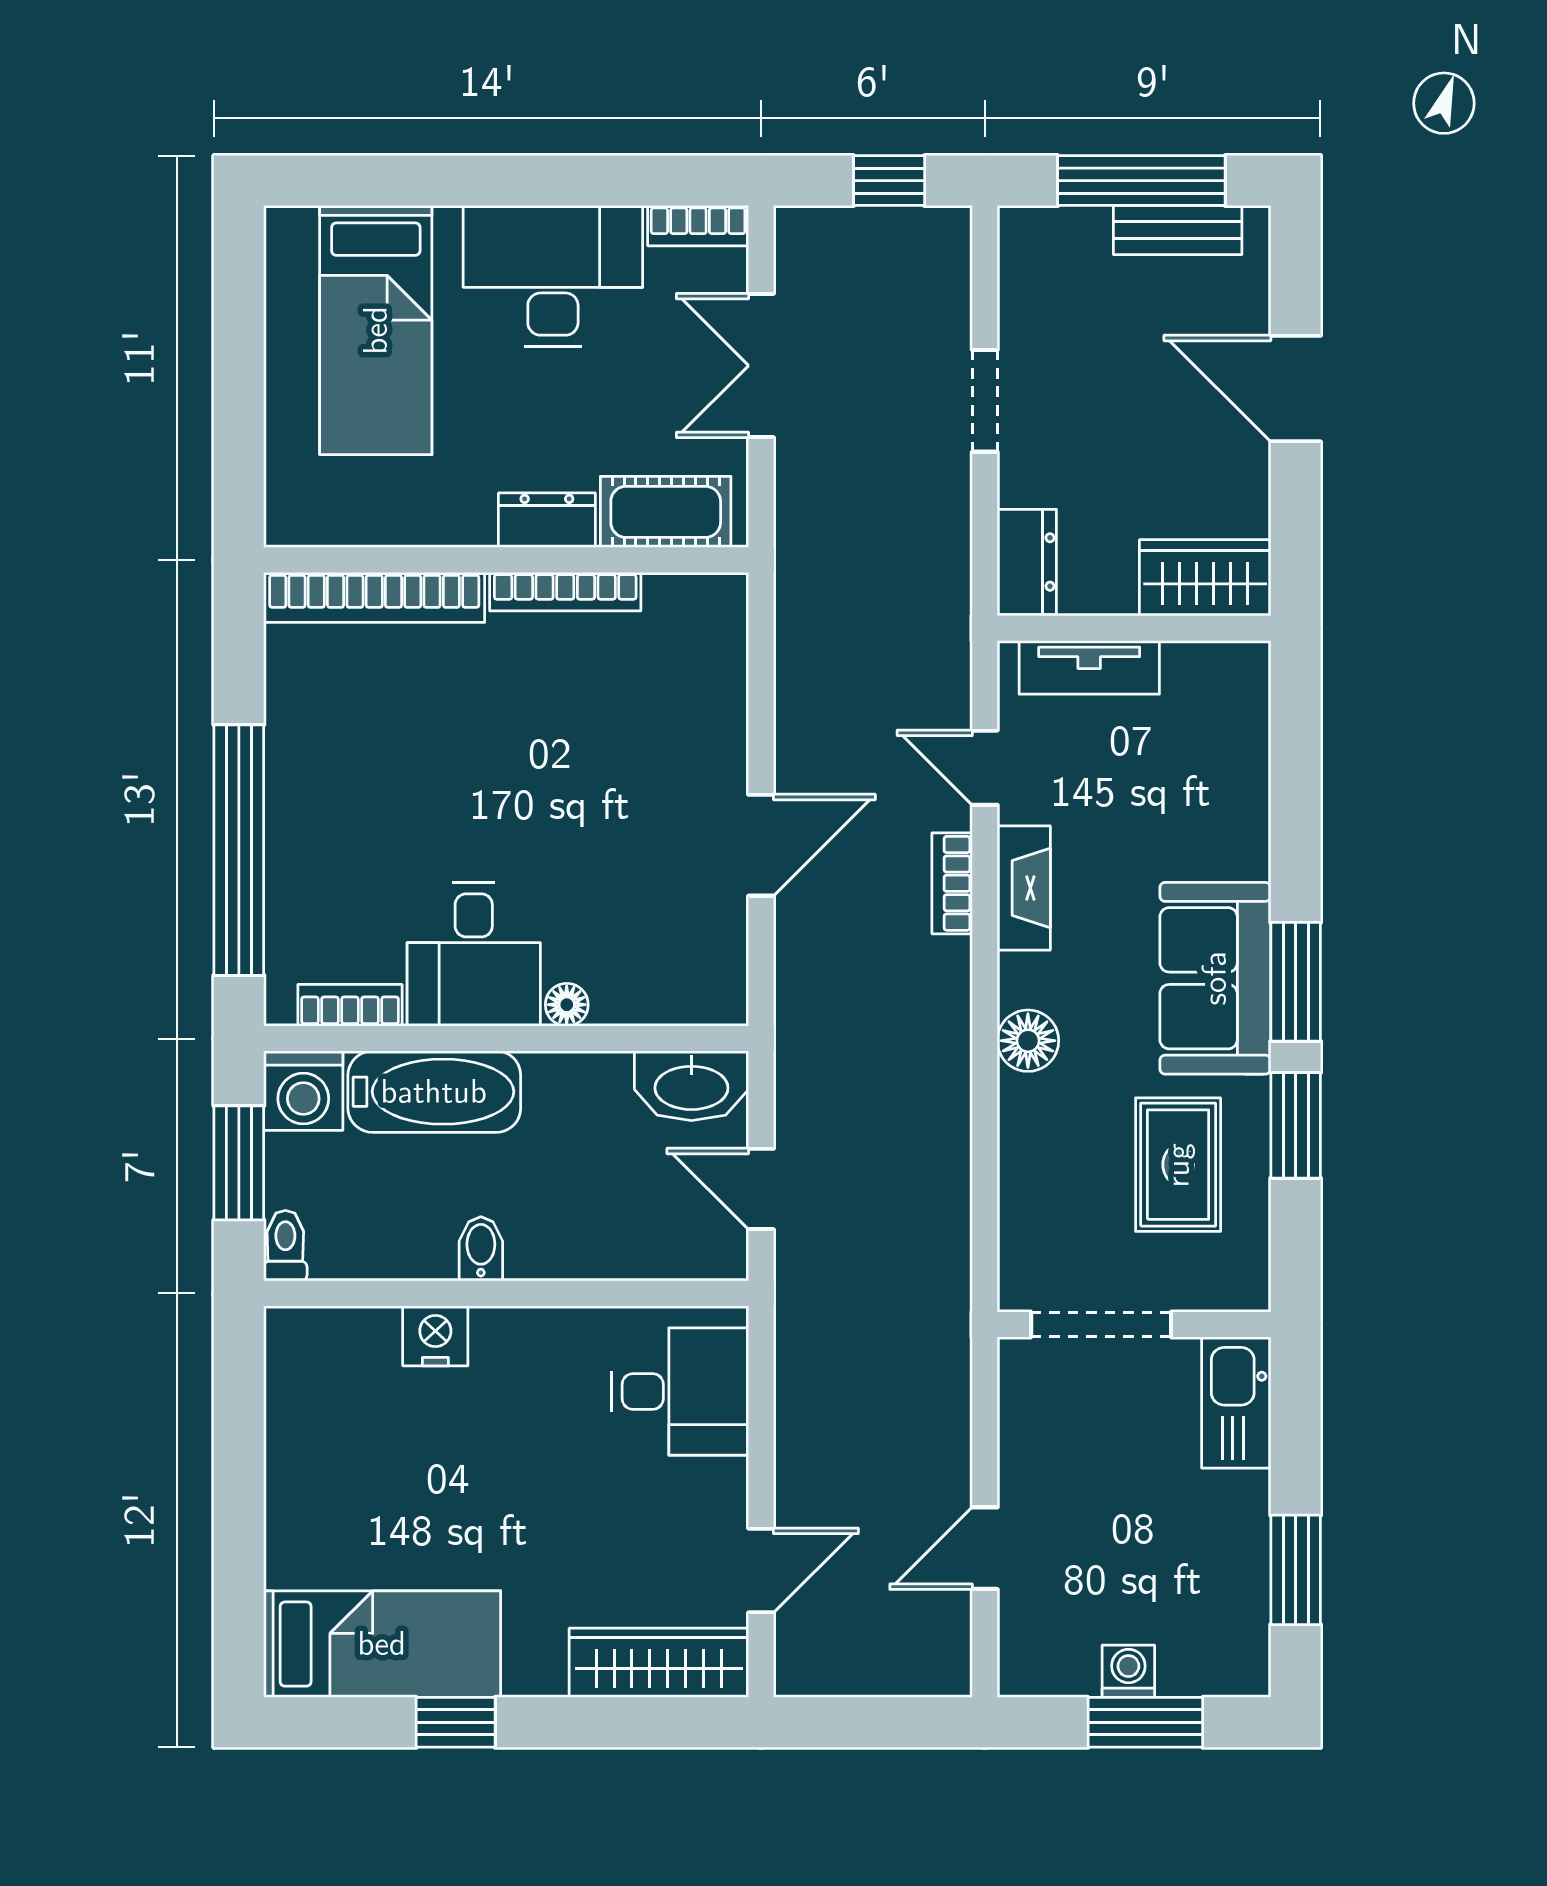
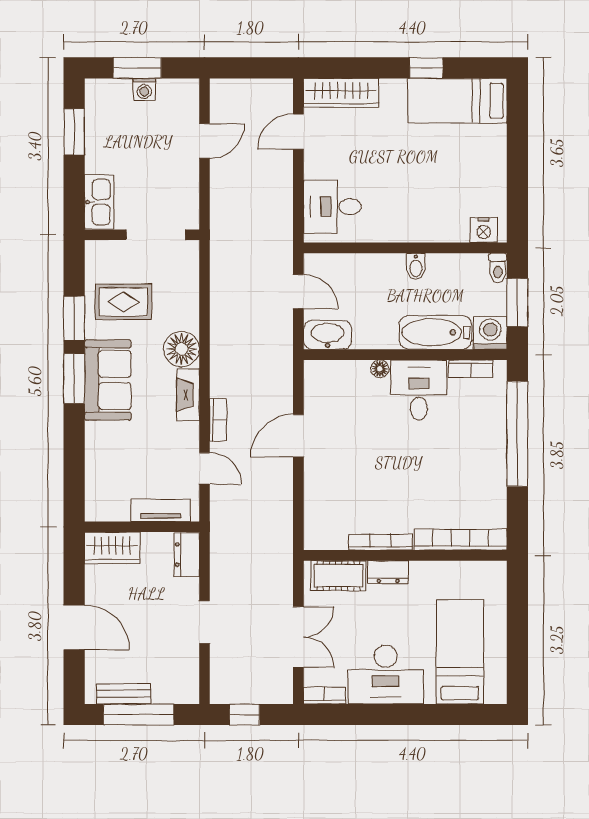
fireplace: (1024, 888) -> (188, 395), moved
floor lamp: (1028, 1041) -> (182, 349), width x1.38, depth x1.38
rug: (1178, 1165) -> (123, 302), turned 90
nightstand: (435, 1336) -> (484, 230), moved

